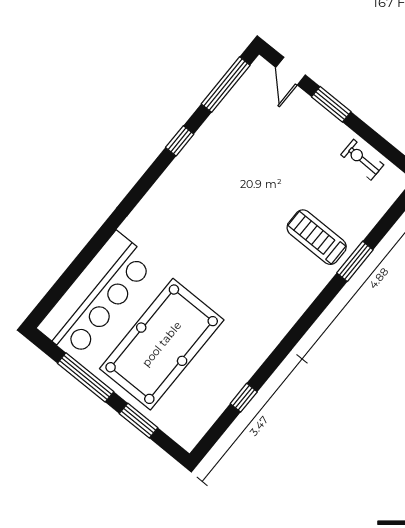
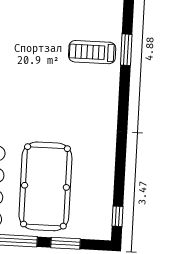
window: (244, 398) -> (118, 216), moved

